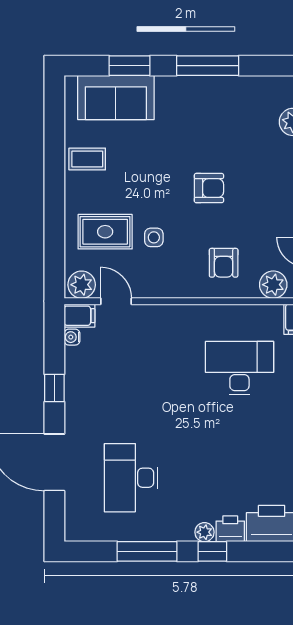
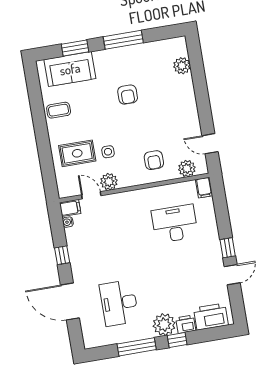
armchair: (209, 188) -> (128, 95), moved, turned 90
plant: (82, 285) -> (109, 182), moved
plant: (204, 532) -> (164, 325), width x1.87, depth x1.87

